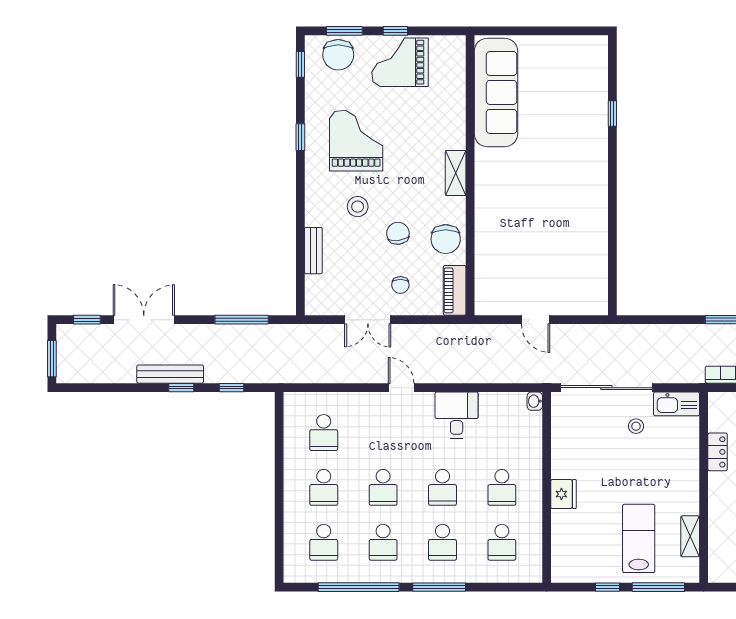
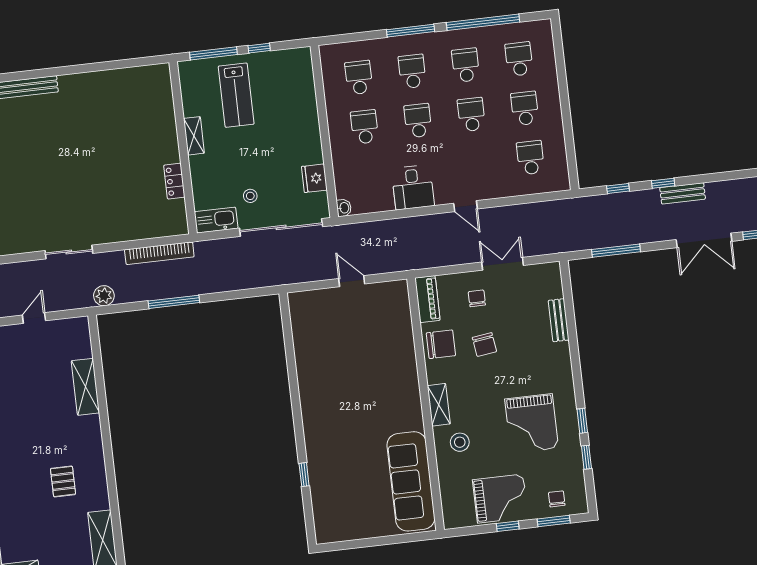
chair: (338, 55) -> (557, 499), width x0.54, depth x0.54
window: (300, 64) -> (586, 457), moved
stool: (358, 207) -> (460, 442), moved
chair: (446, 239) -> (441, 344), turned 90
bench: (170, 374) -> (683, 193), width x0.73
fridge: (563, 494) -> (314, 178), moved
shelving: (690, 536) -> (194, 136), moved

